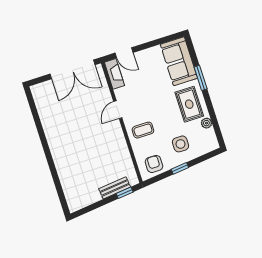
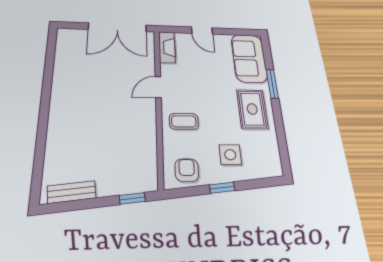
door: (124, 53) -> (202, 31), moved
plant: (206, 123) -> (271, 139), removed
bench: (115, 188) -> (72, 192), moved

